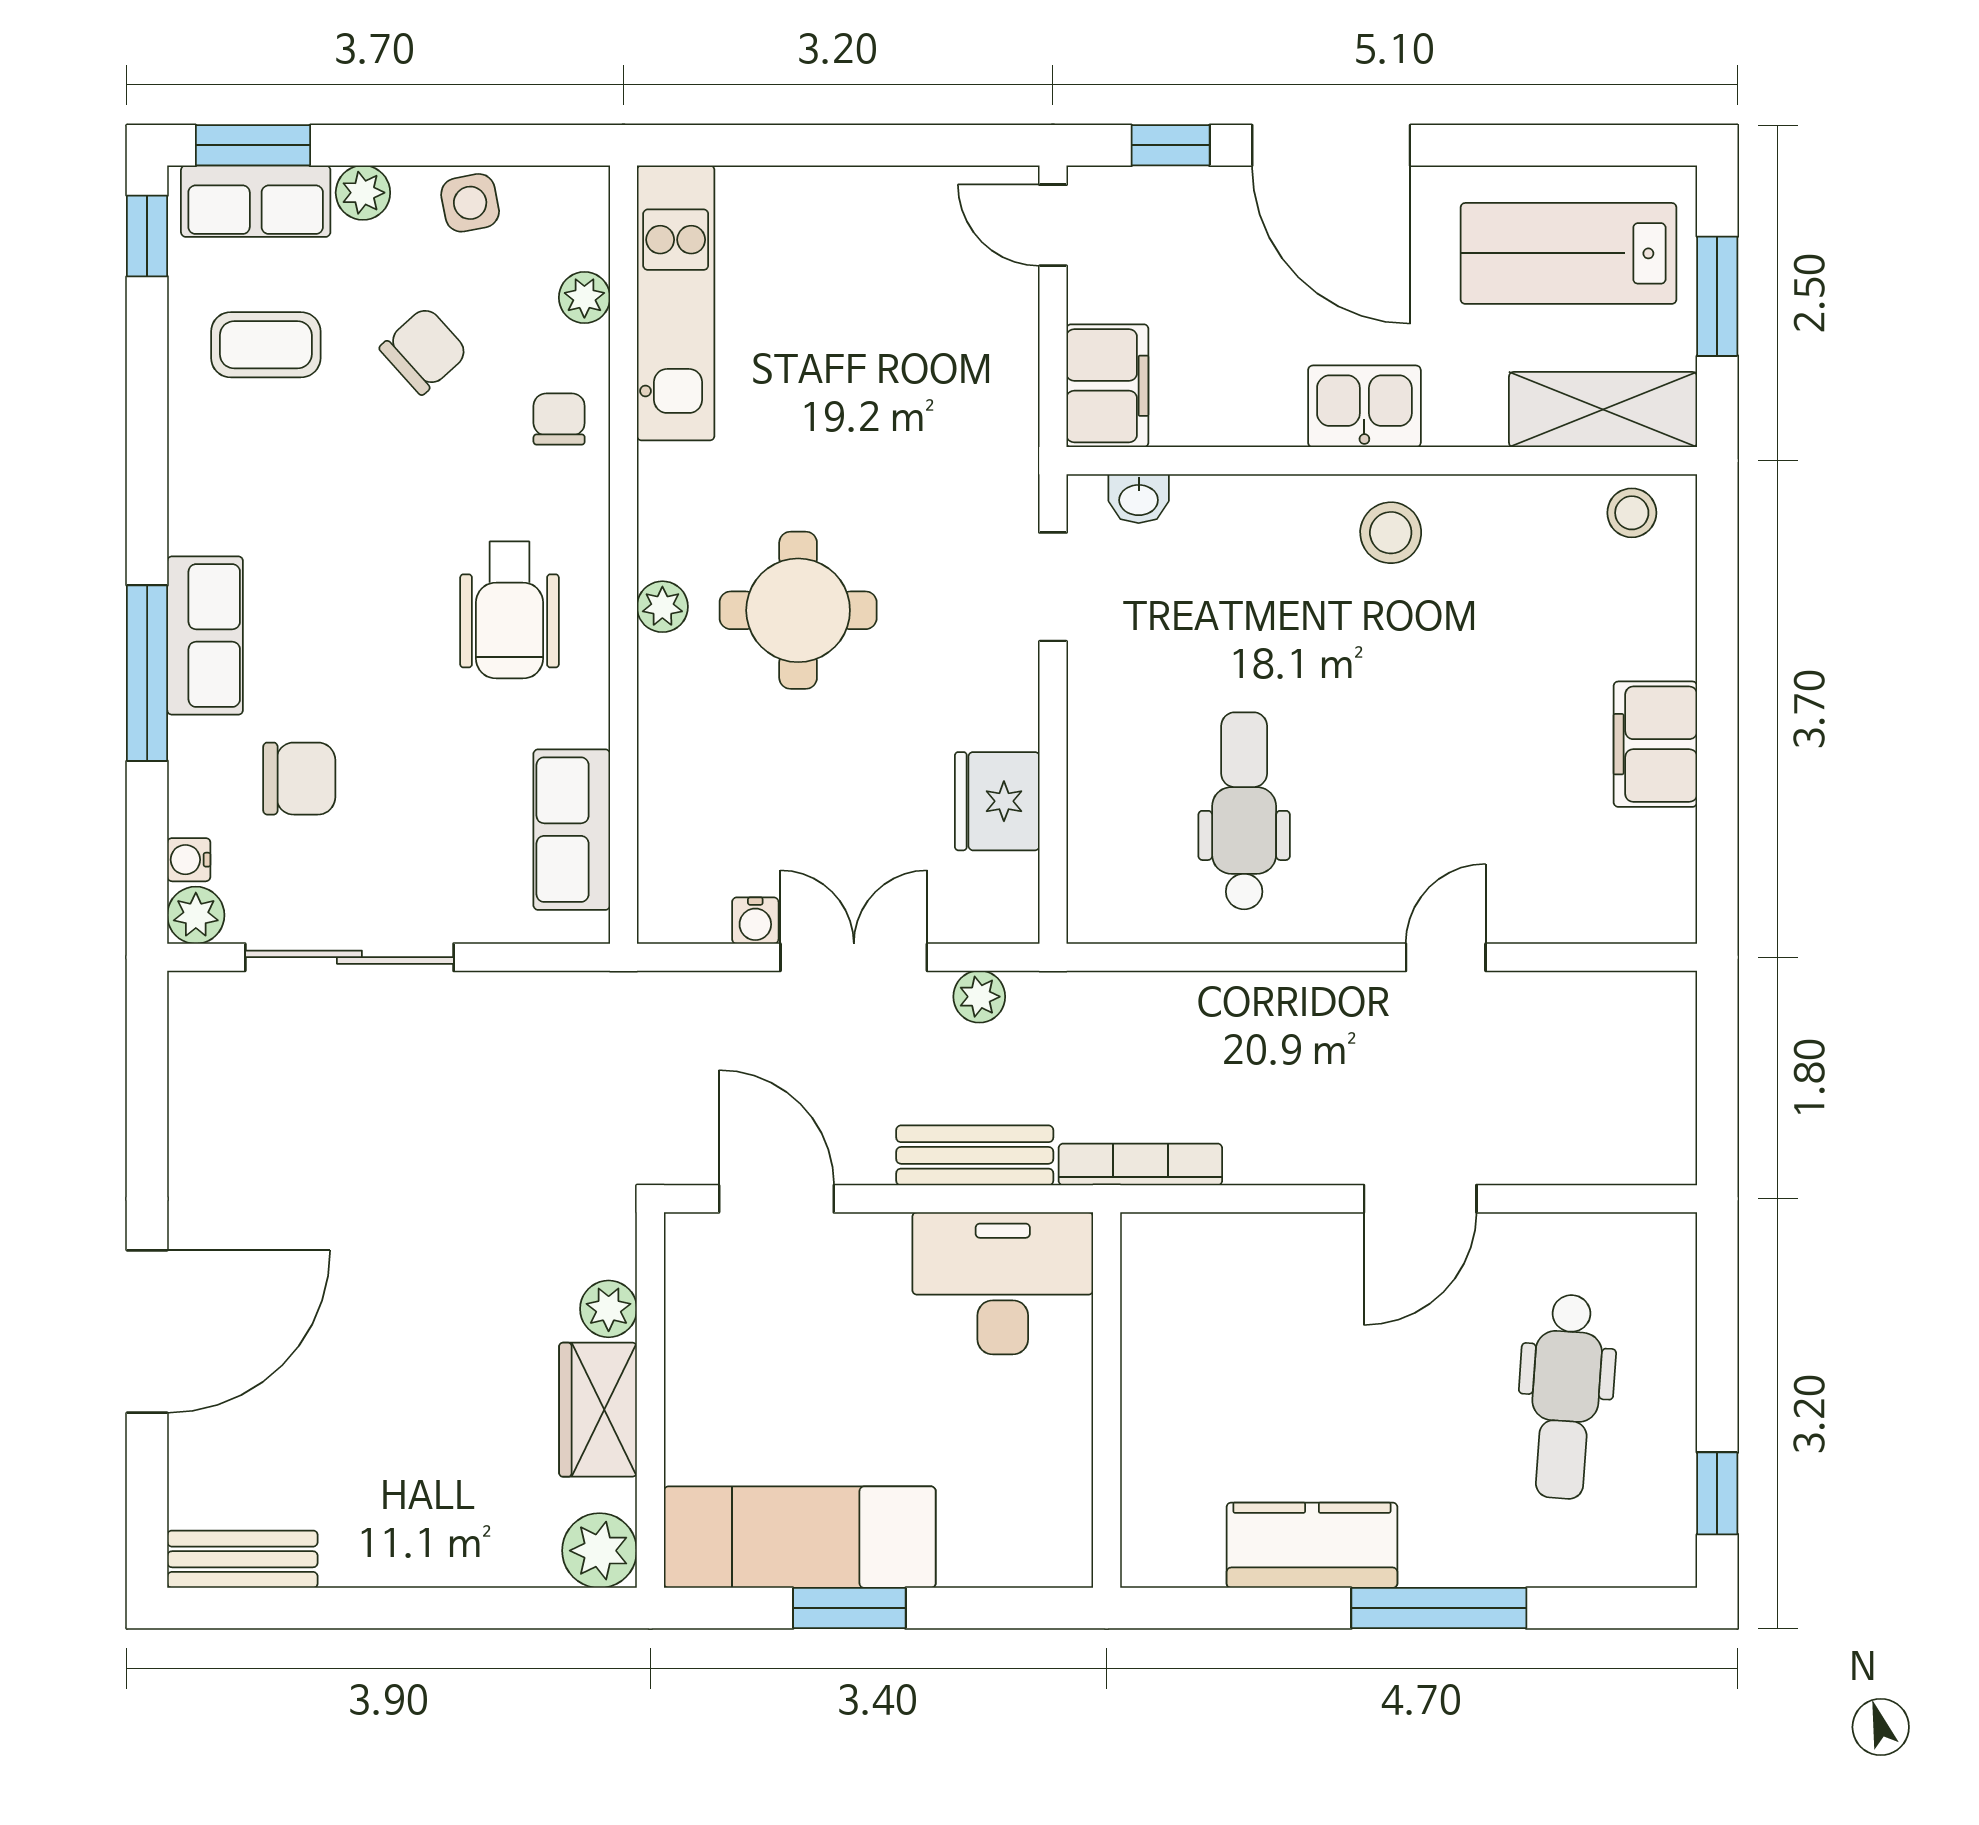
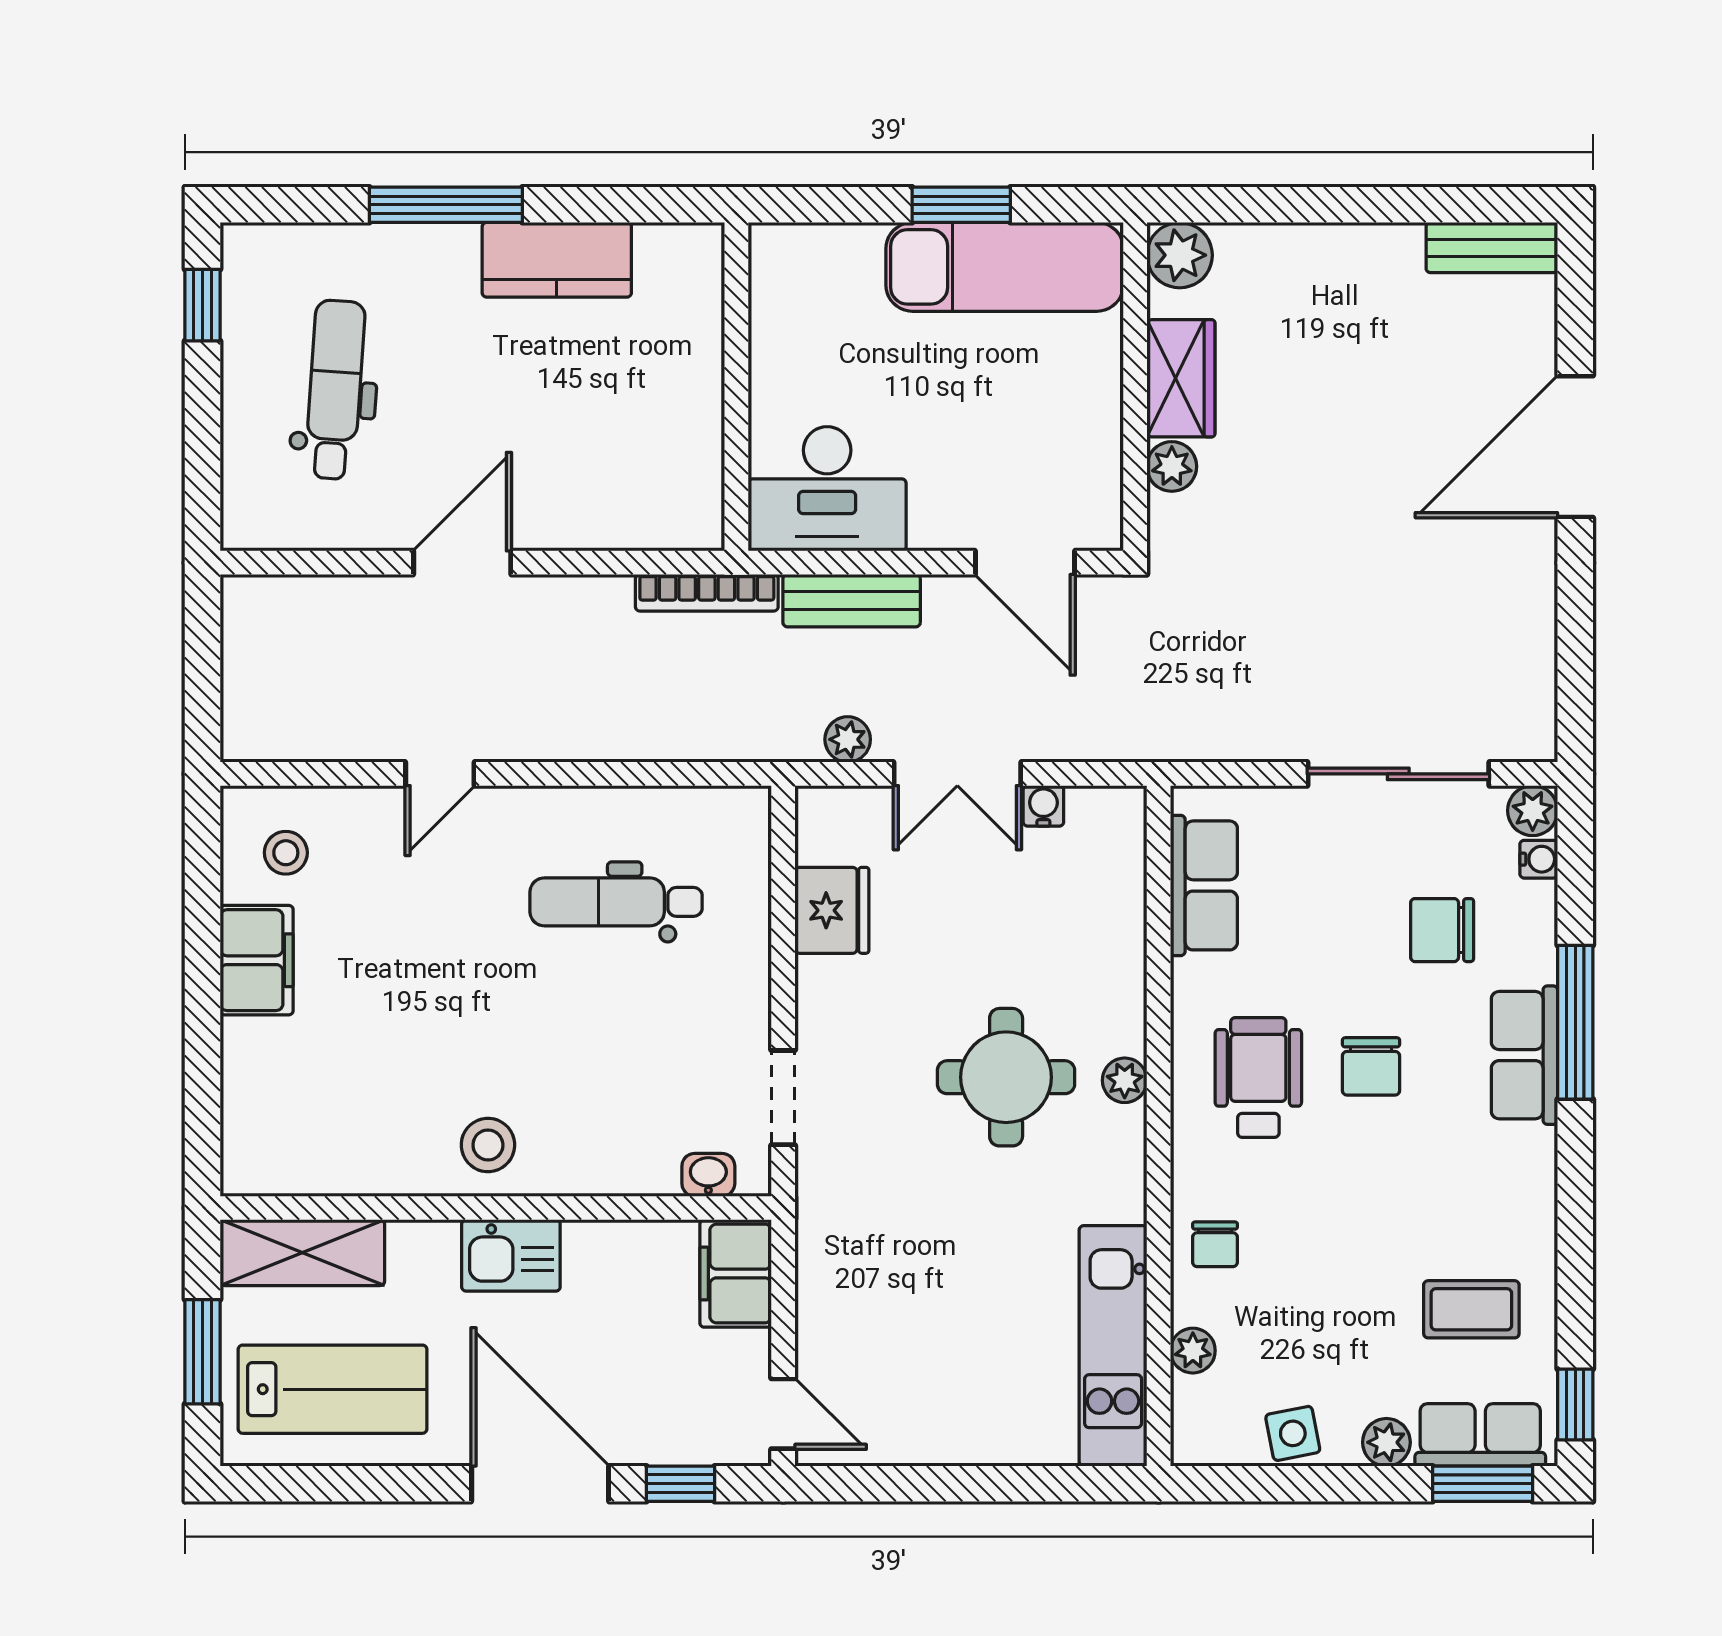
chair: (424, 350) -> (1371, 1066), moved, turned -48
stool: (1632, 513) -> (286, 853), moved
dental chair: (1244, 811) -> (616, 902), turned 90

